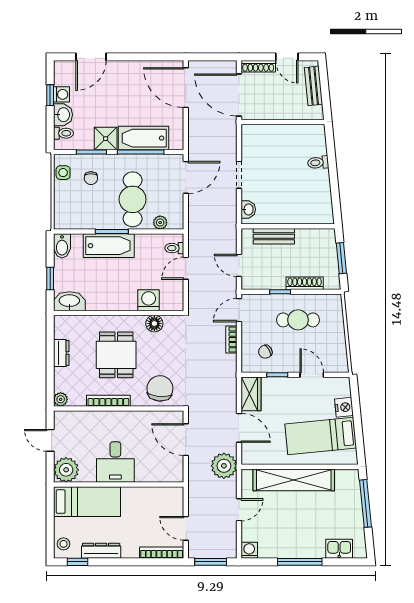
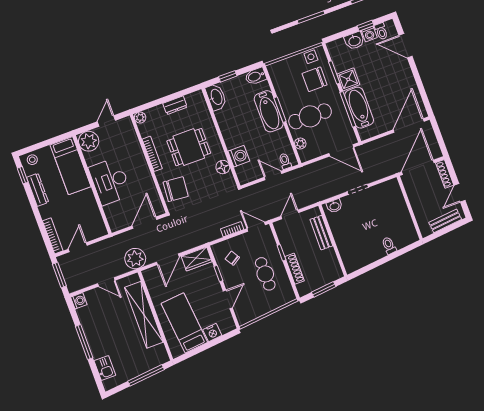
toilet: (63, 133) -> (381, 31), moved
chair: (91, 178) -> (315, 79), width x1.87, depth x1.87
desk: (115, 462) -> (110, 181), width x1.37

